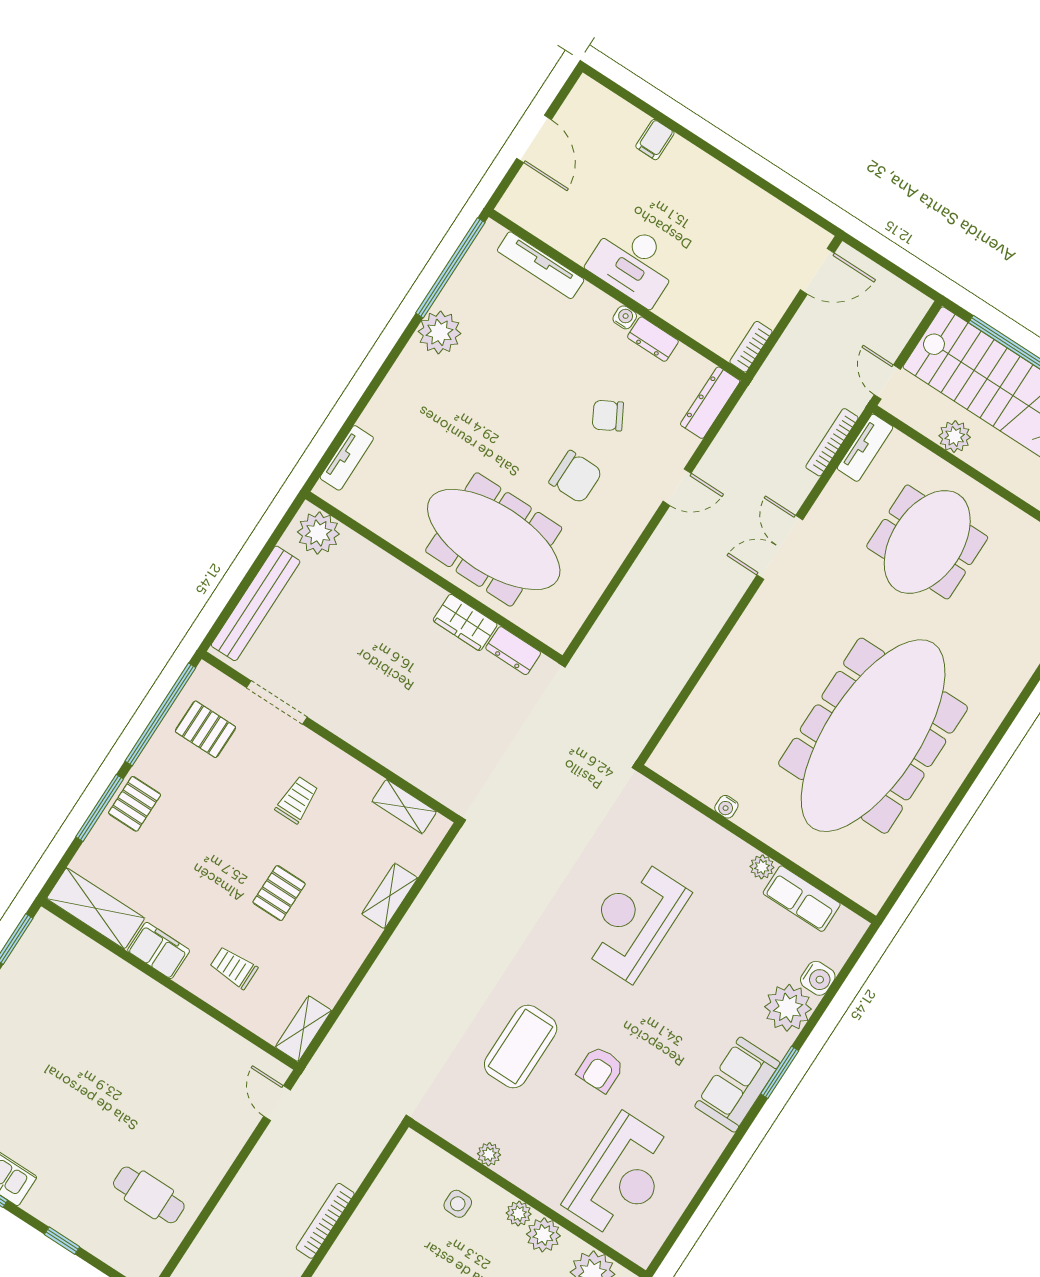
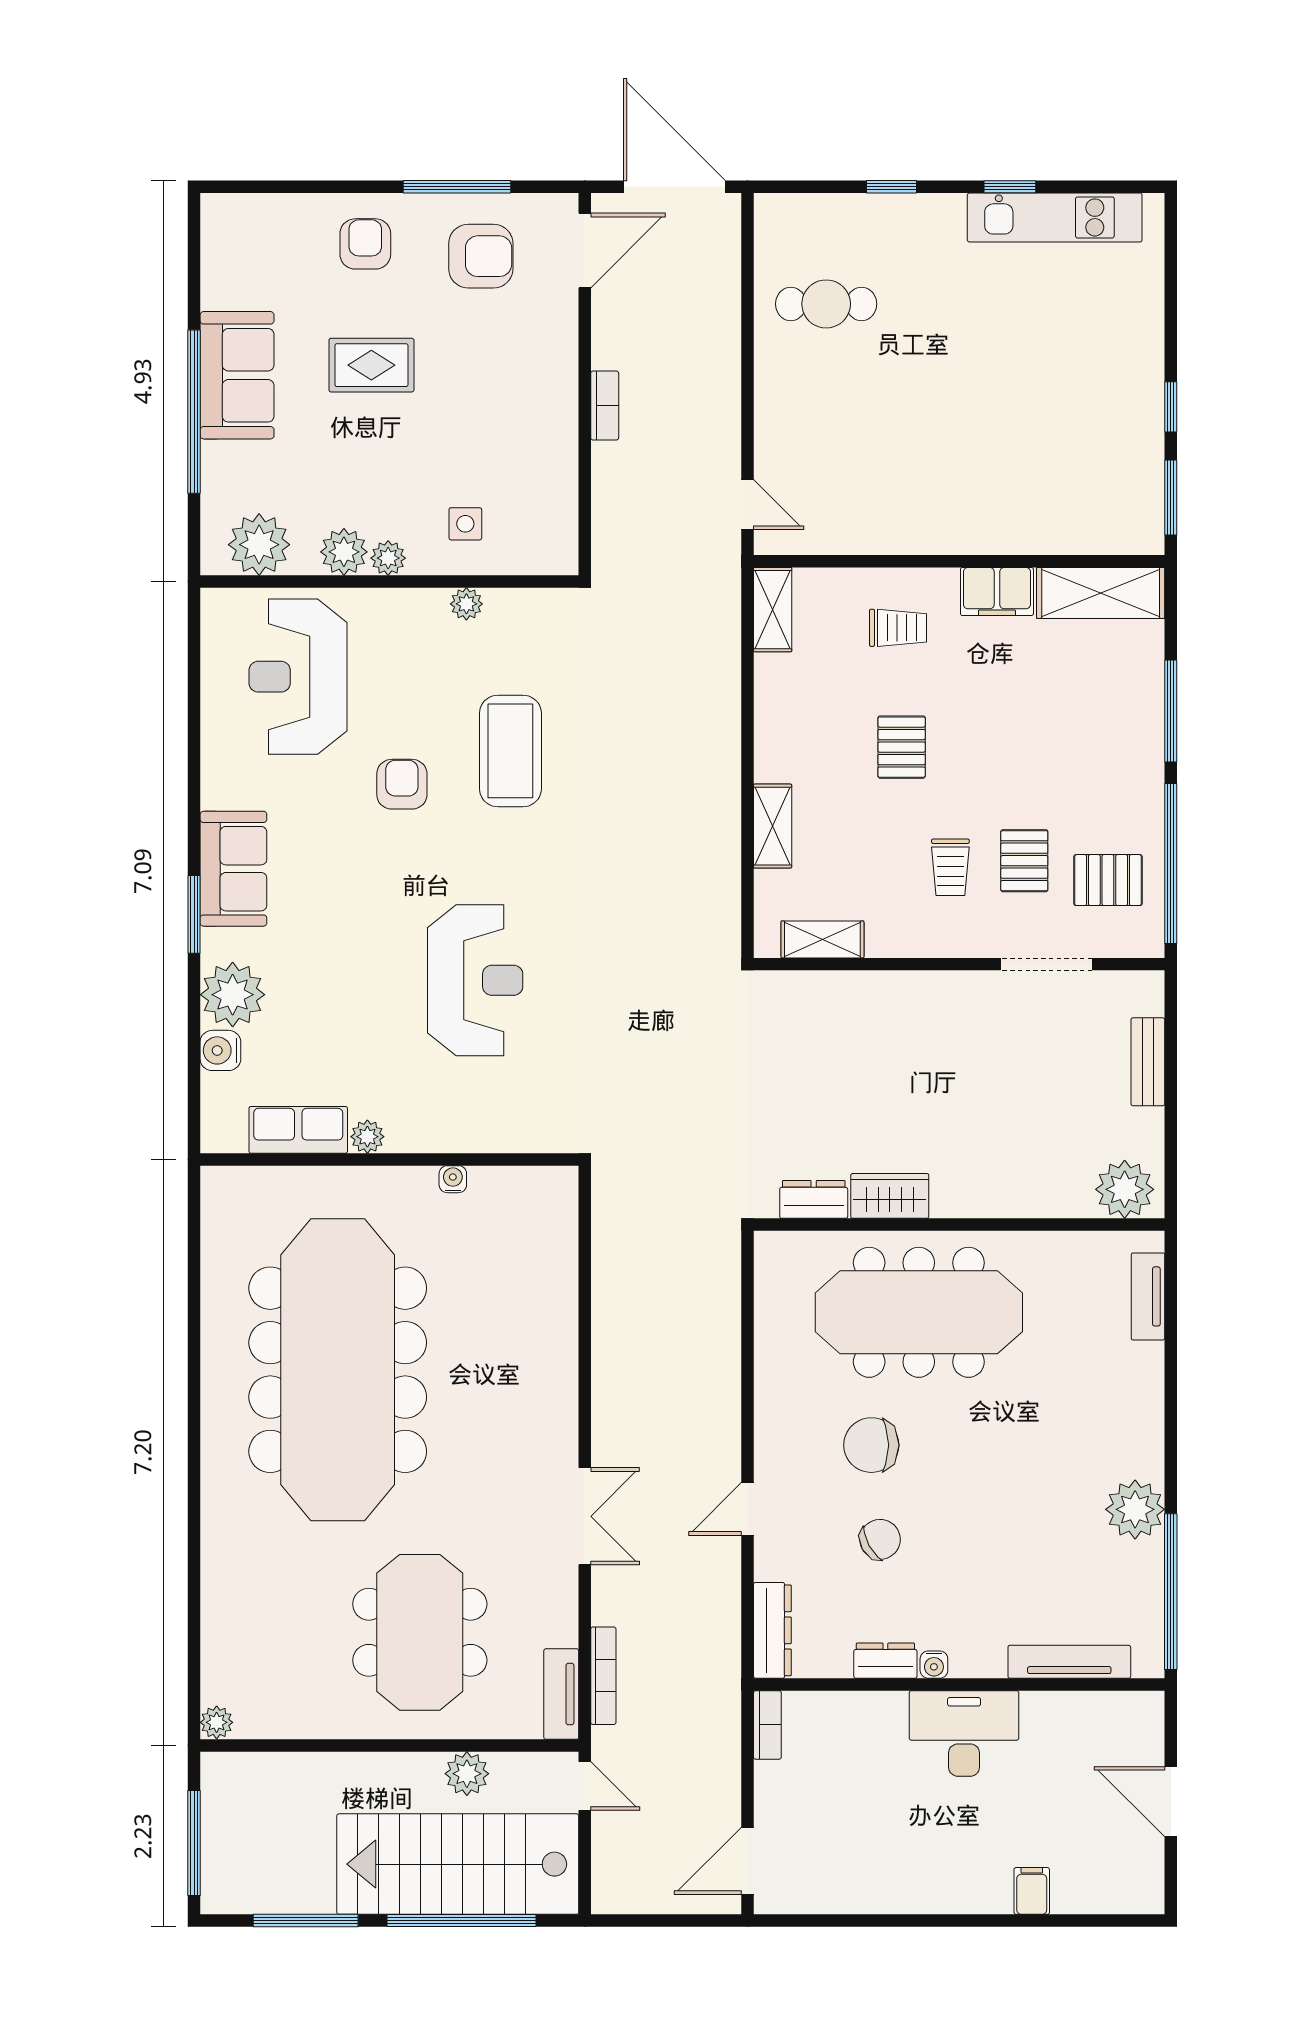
bench: (256, 603) -> (1148, 1062), width x0.54, depth x0.82
pallet: (135, 804) -> (1024, 861), moved
bookcase: (325, 1221) -> (605, 406), width x0.64

